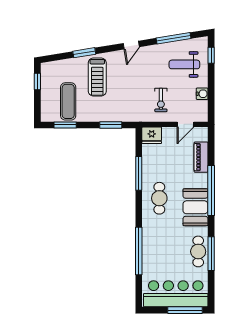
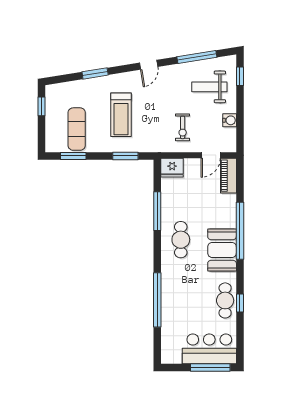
treadmill: (97, 77) -> (121, 115), moved
piano: (201, 157) -> (228, 176), moved
window: (211, 254) -> (240, 303), width x0.46
bar counter: (176, 294) -> (209, 349), width x0.73

